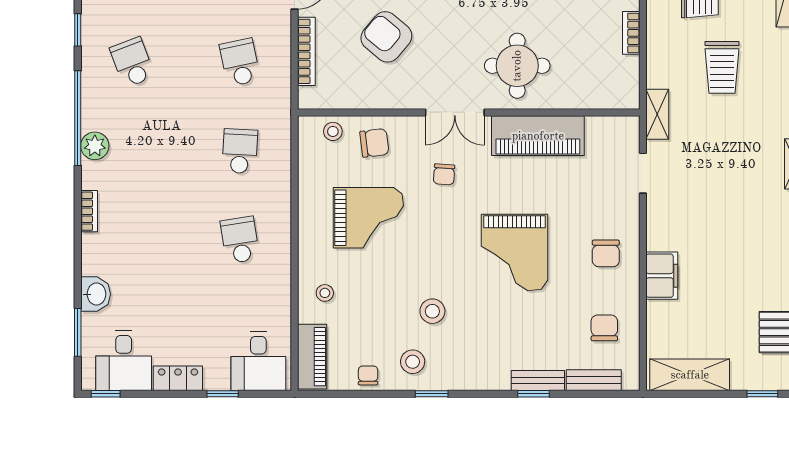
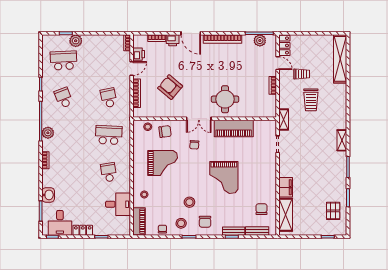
school desk: (240, 151) -> (109, 135), width x1.85
chair: (606, 253) -> (205, 222), moved
desk: (258, 361) -> (118, 204), moved, turned -90
shelving: (690, 375) -> (286, 215), moved, turned 90

